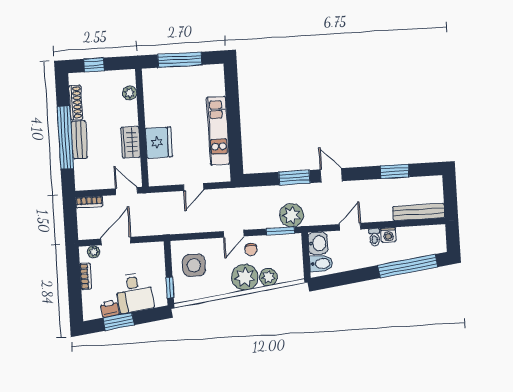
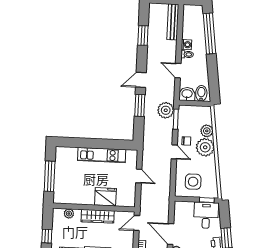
wardrobe: (131, 142) -> (98, 216), width x1.50
desk: (134, 293) -> (206, 215), moved, turned -83

